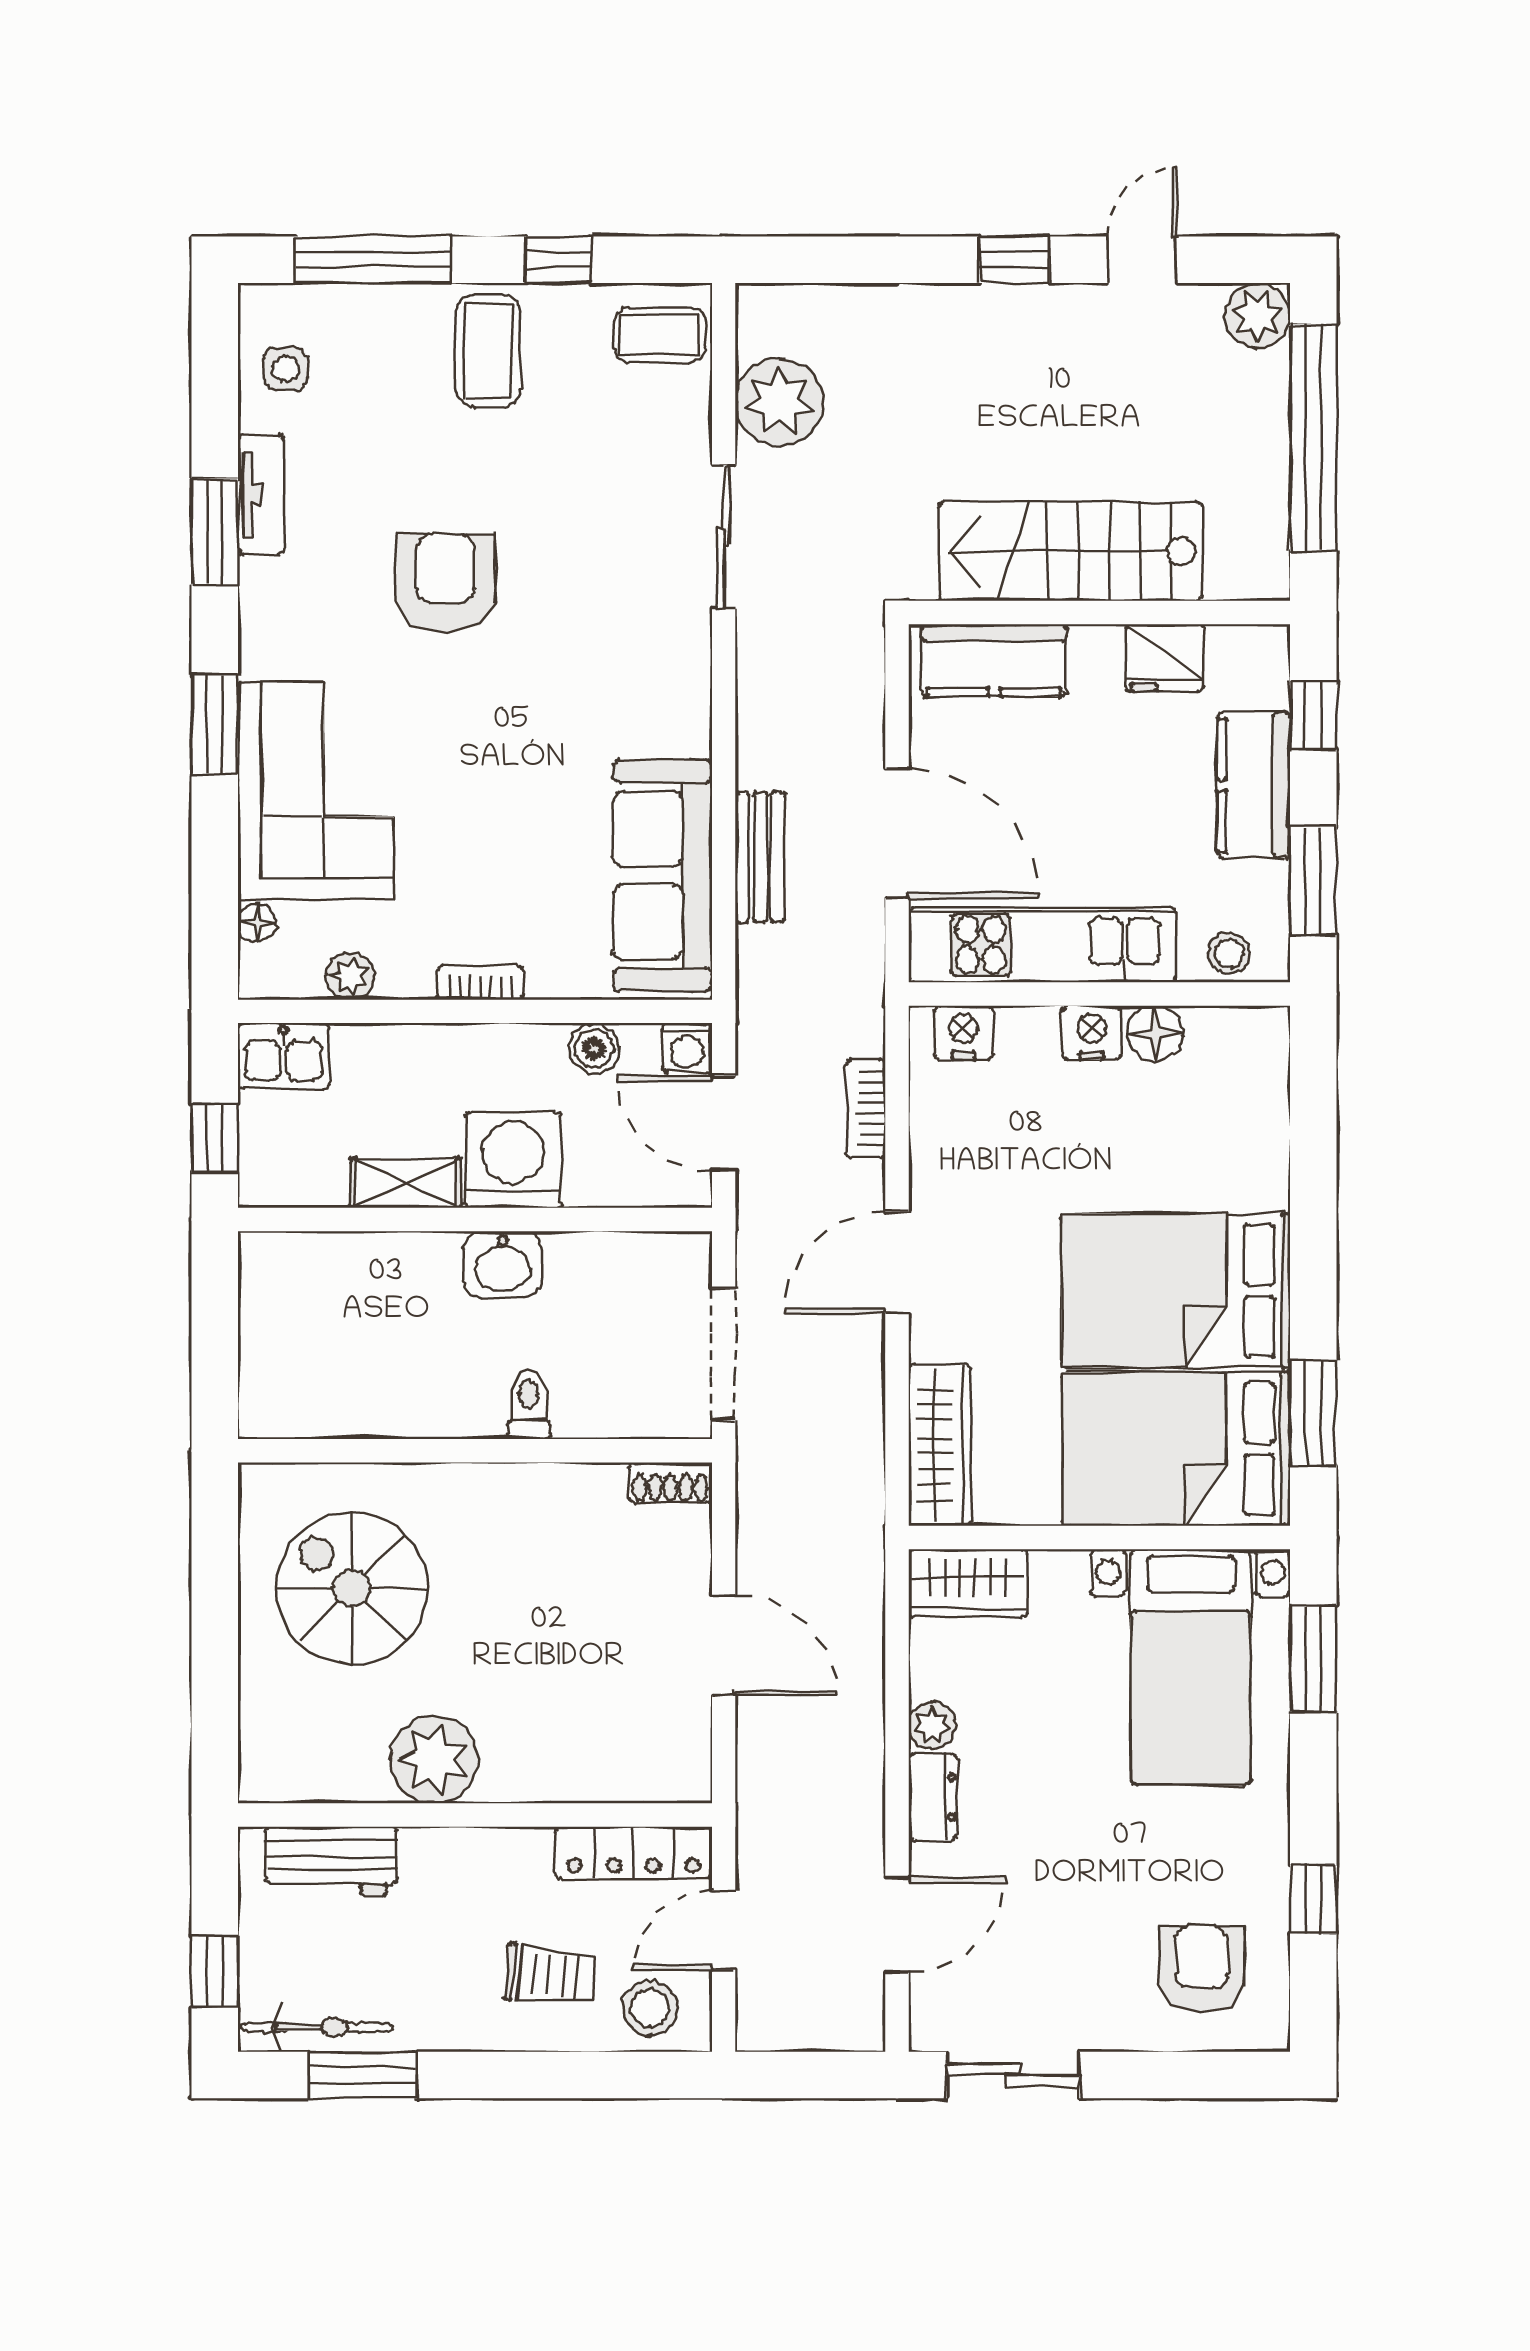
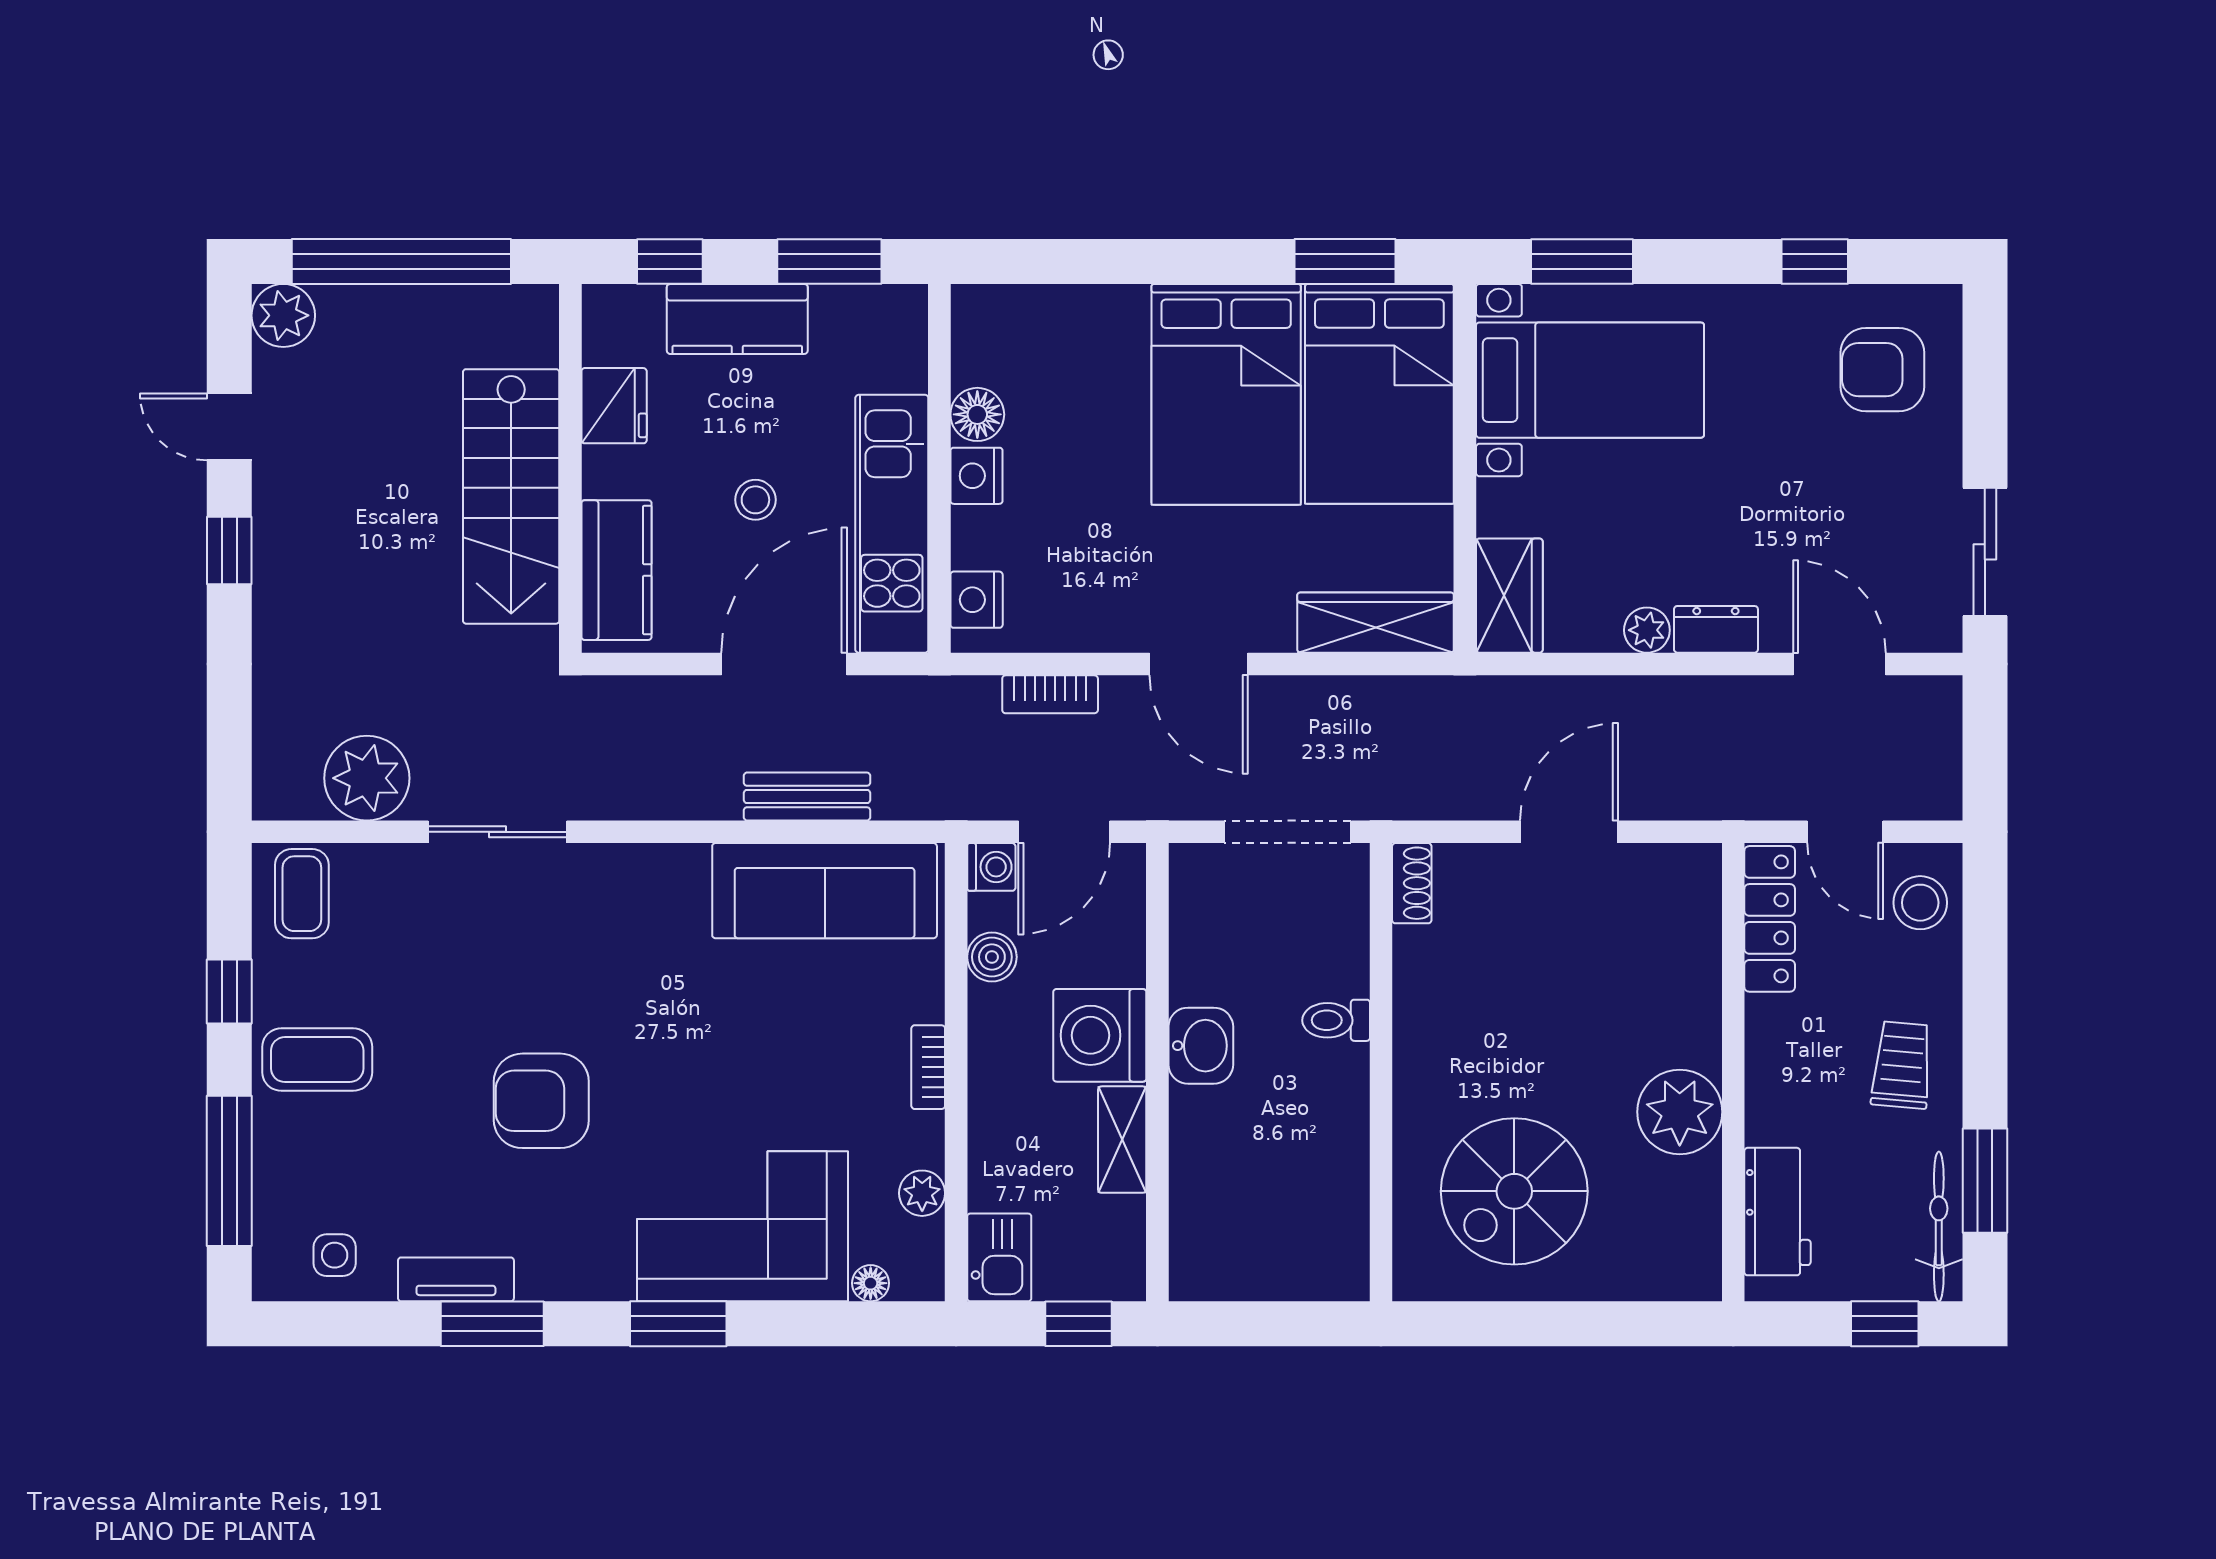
stool: (1229, 953) -> (755, 500), moved
trolley: (550, 1975) -> (1902, 1065), moved

